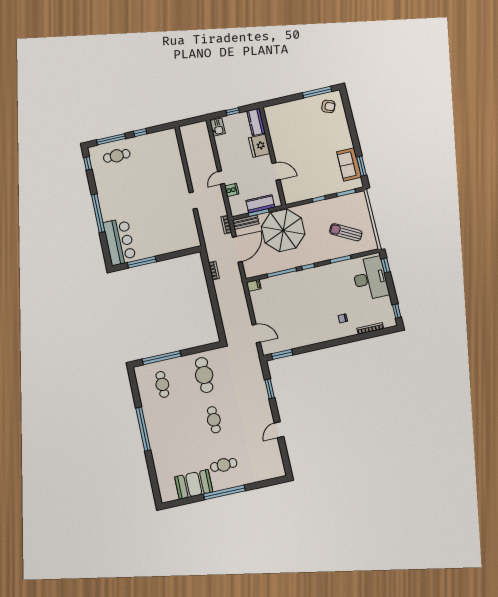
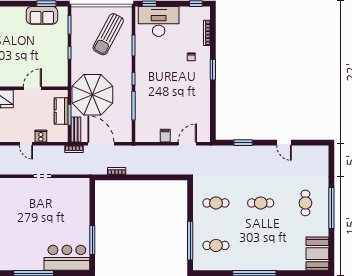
sun lounger: (346, 232) -> (108, 34), width x1.36, depth x1.34
filing cabinet: (254, 286) -> (165, 136), moved
window: (282, 354) -> (213, 70), moved
cafe table: (204, 375) -> (216, 203), width x0.73, depth x0.74
booth: (194, 484) -> (317, 254), moved

